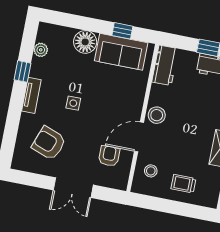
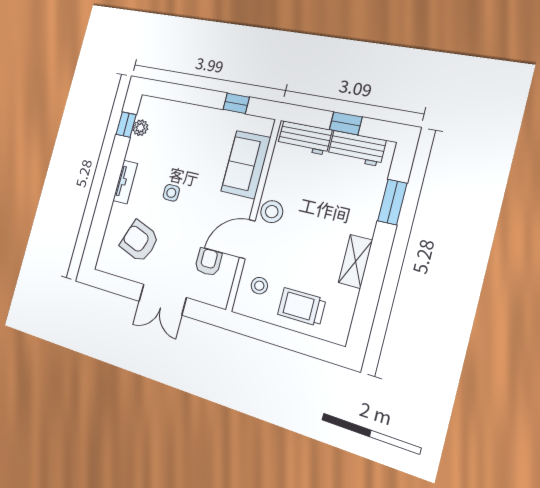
floor lamp: (85, 42) -> (191, 118), removed
sofa: (121, 52) -> (246, 165), moved, turned 90
workbench: (165, 65) -> (304, 138), moved, turned 90
window: (23, 71) -> (126, 125), moved
trolley: (183, 184) -> (302, 307), width x1.36, depth x1.39

